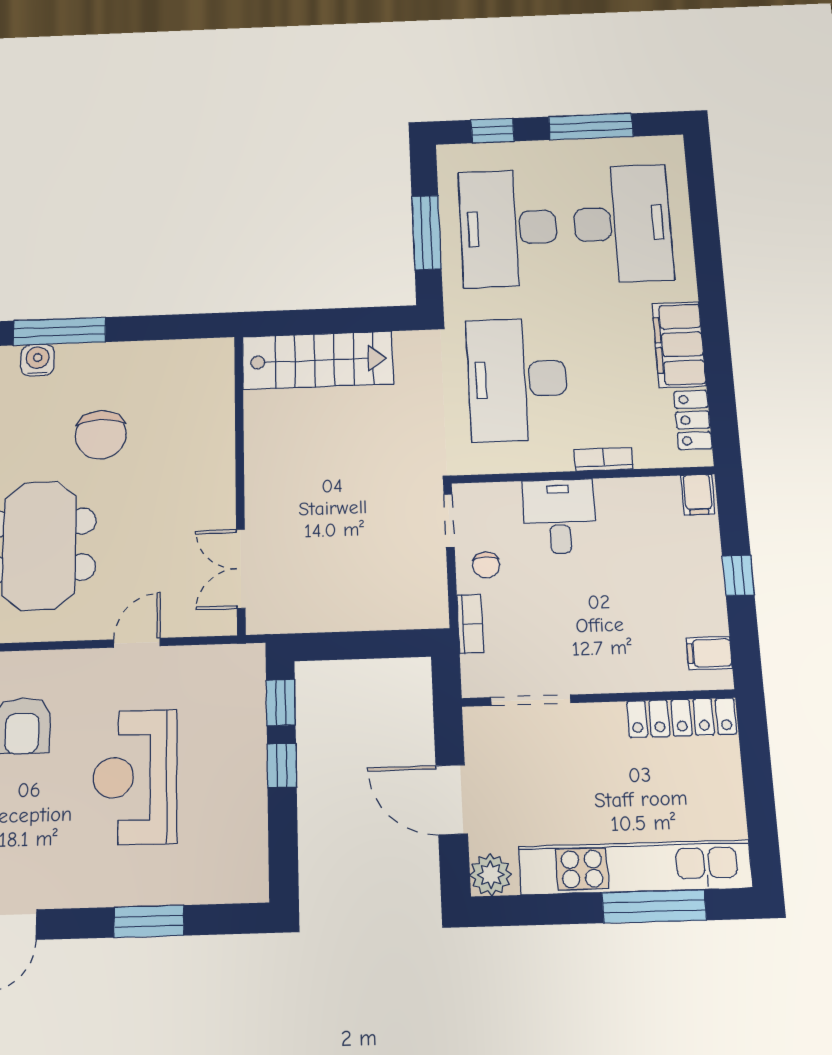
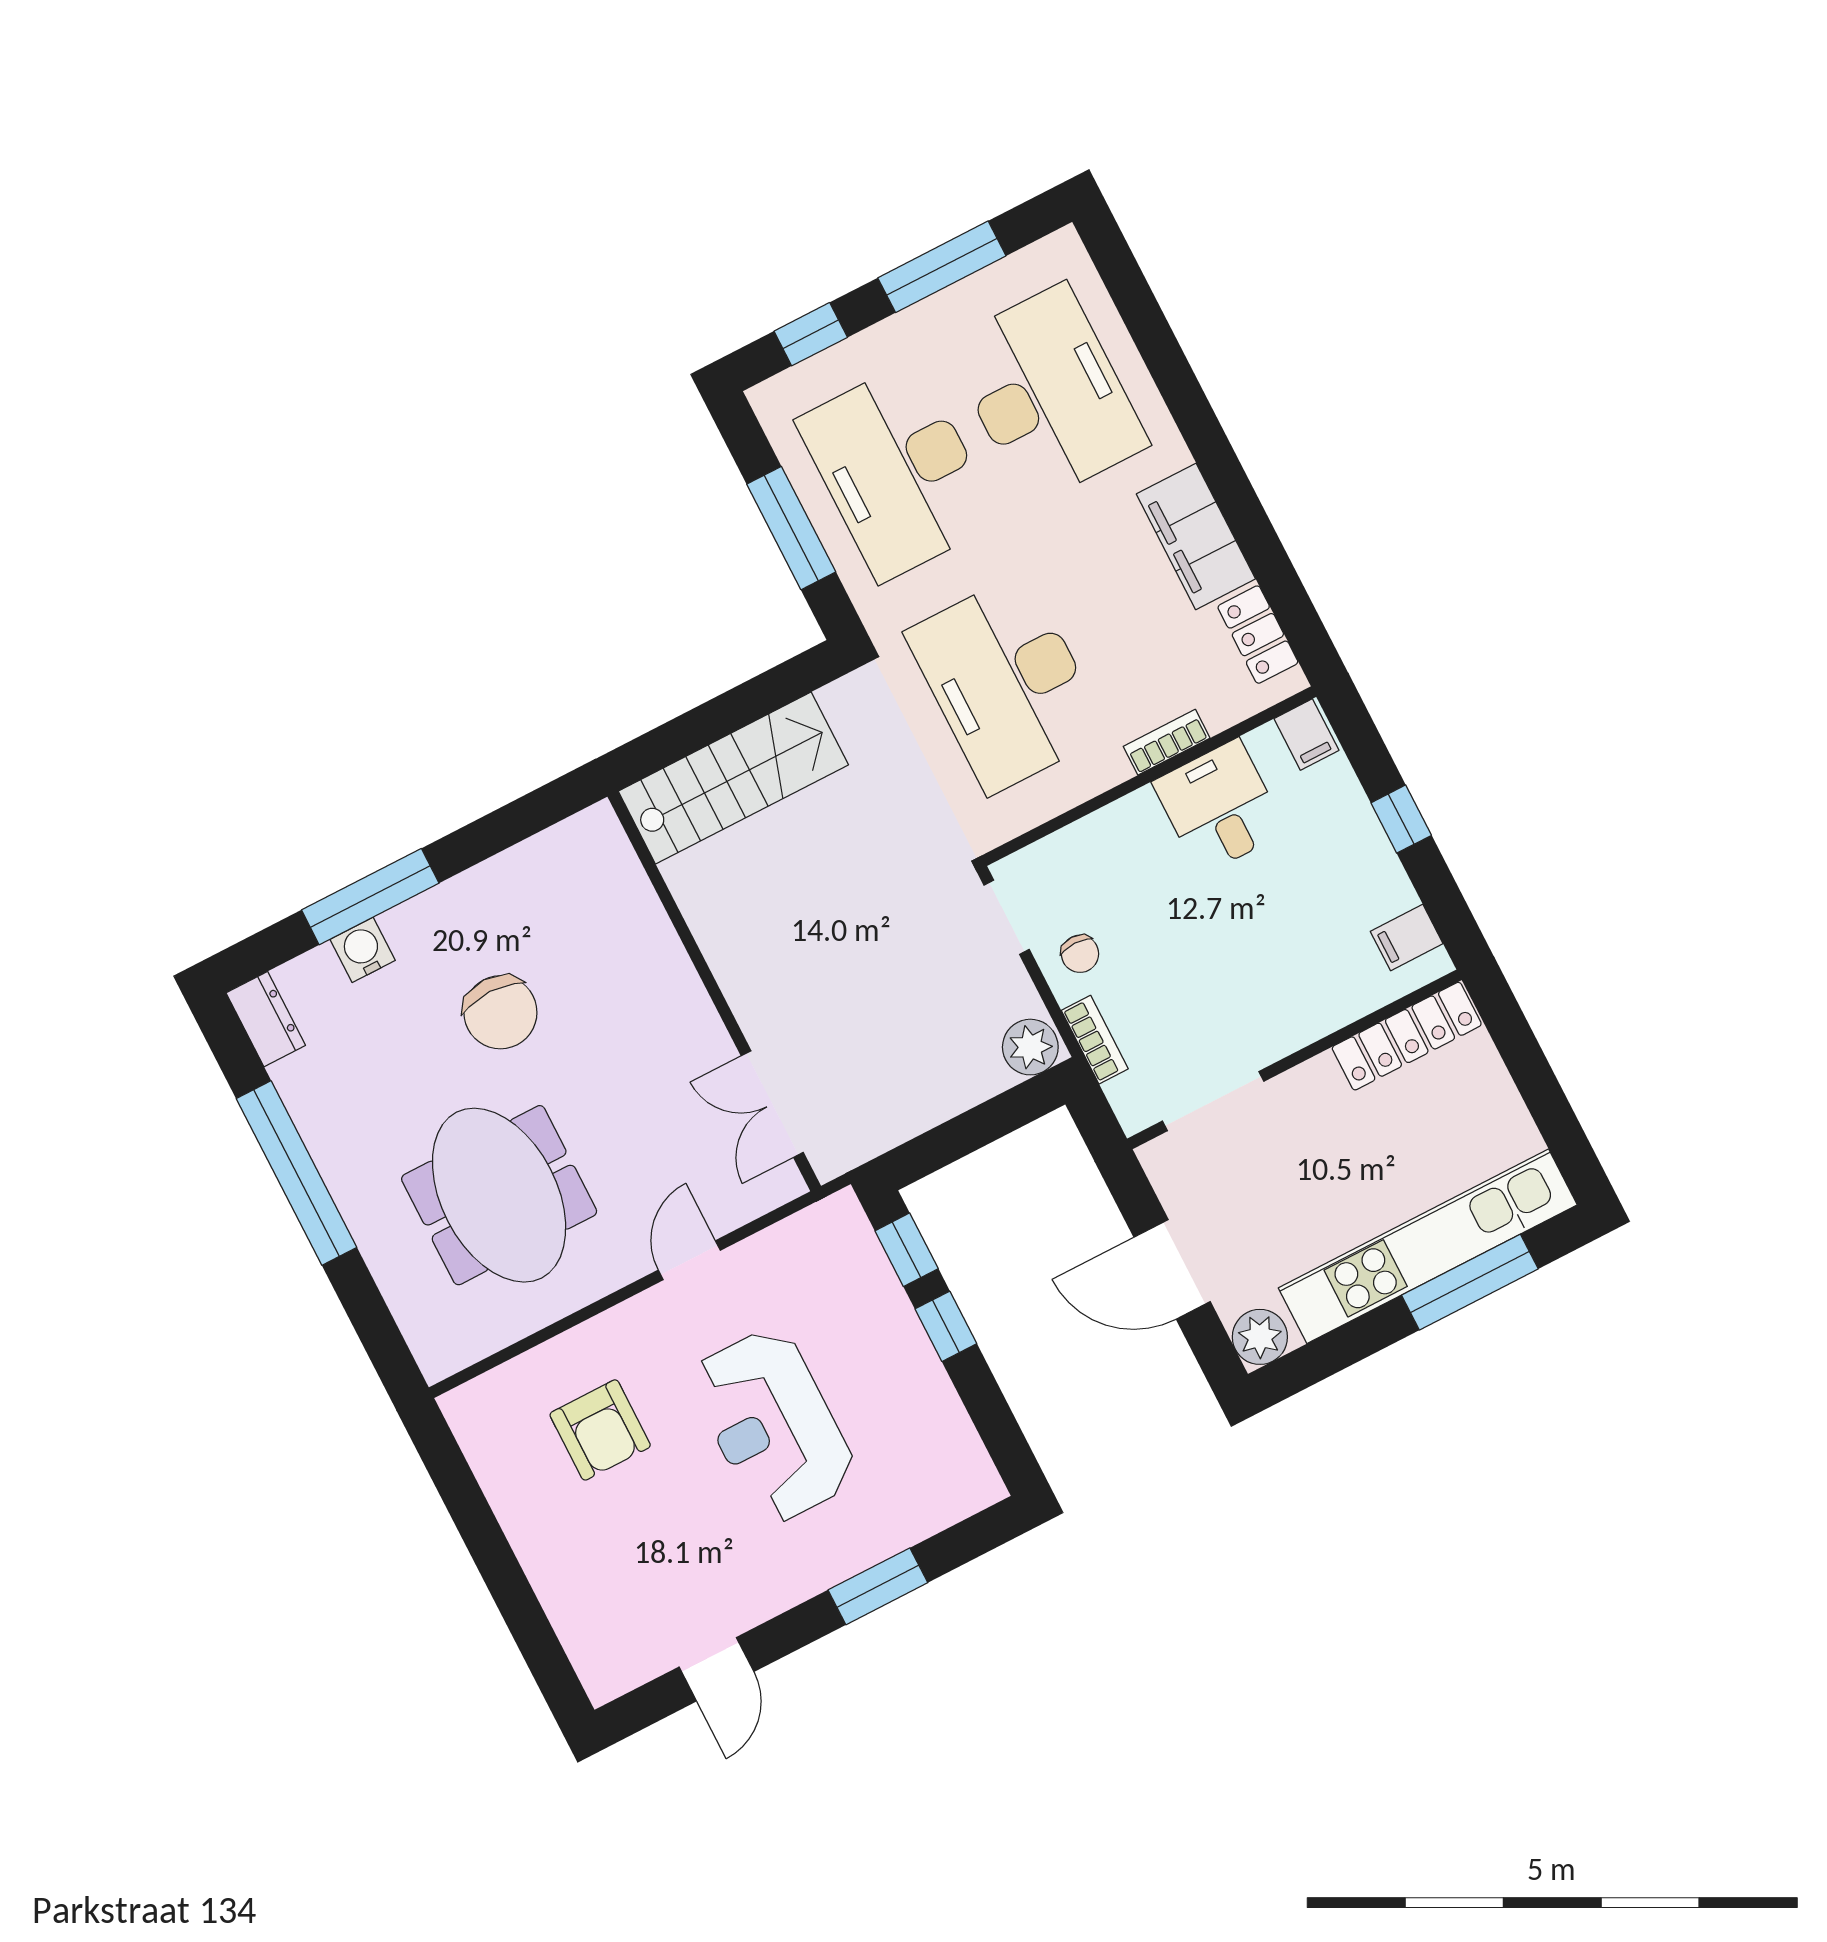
desk: (559, 516) -> (1219, 807), moved
plant: (425, 609) -> (1030, 1047), added

